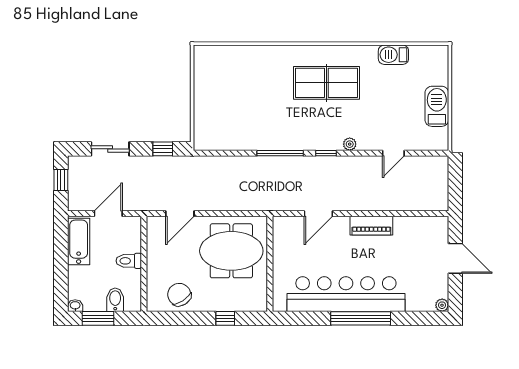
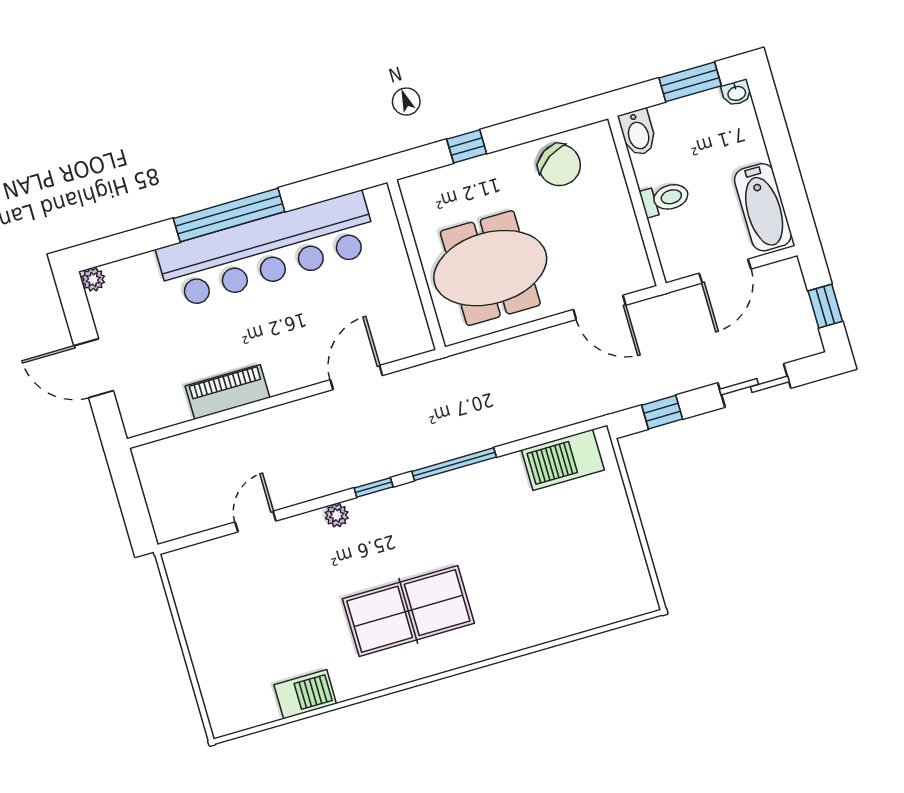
barbecue: (437, 106) -> (563, 460), moved, turned 90
door: (180, 214) -> (600, 307), swing flipped
piano: (371, 226) -> (228, 392), moved
bidet: (115, 300) -> (638, 133), moved

